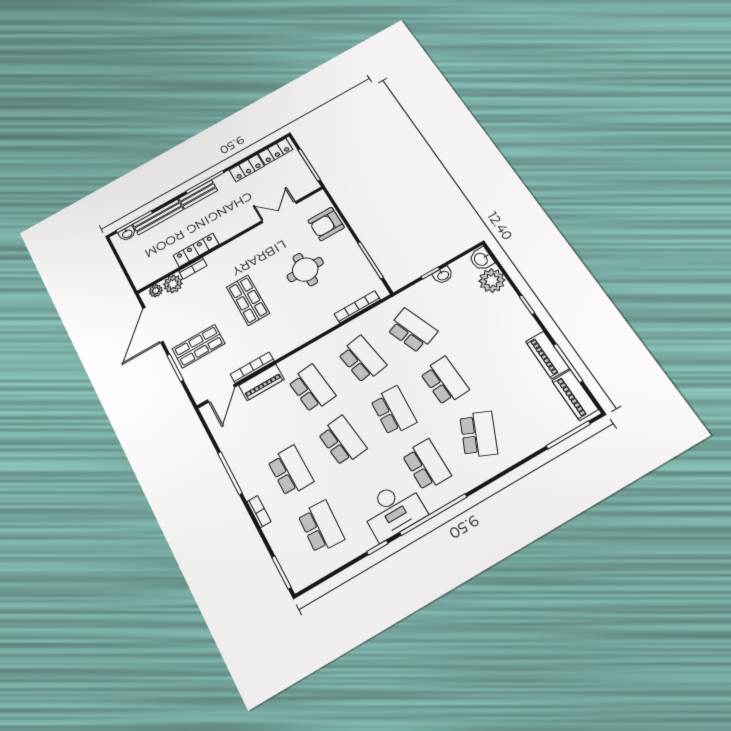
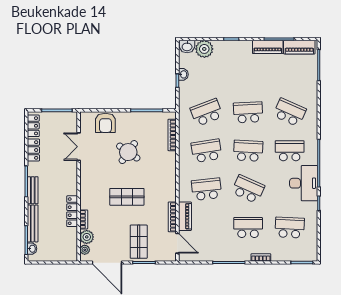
round table: (305, 270) -> (128, 152), turned 35
school desk: (342, 441) -> (248, 189), turned 30

